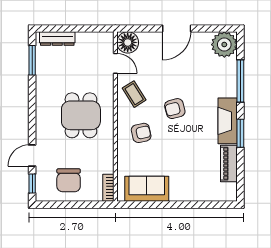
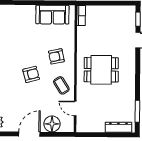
floor lamp: (128, 42) -> (52, 124), moved
dining table: (81, 115) -> (101, 70), turned 90
chair: (69, 180) -> (111, 21), removed

